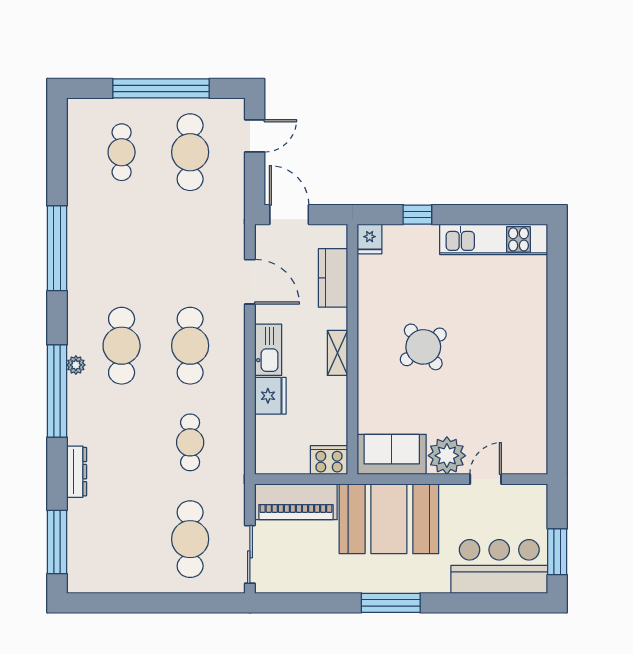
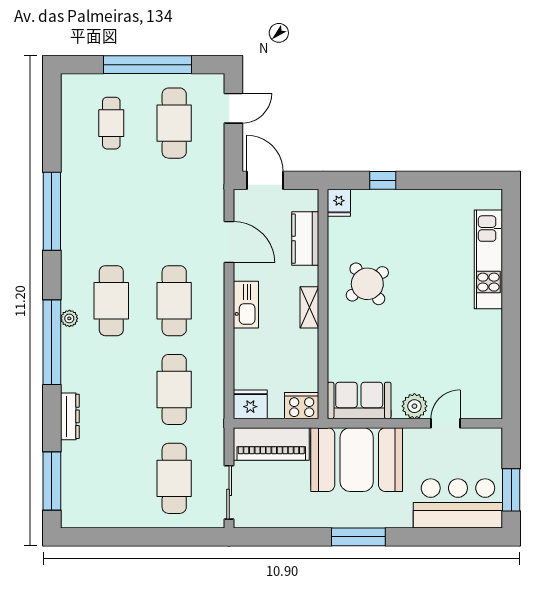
kitchen unit: (494, 239) -> (488, 259), moved, turned 90
round table: (423, 347) -> (367, 284), moved
fridge: (270, 396) -> (250, 404), moved, turned -90
cafe table: (190, 442) -> (174, 390), width x1.37, depth x1.35
plant: (447, 456) -> (414, 406), width x0.73, depth x0.73

